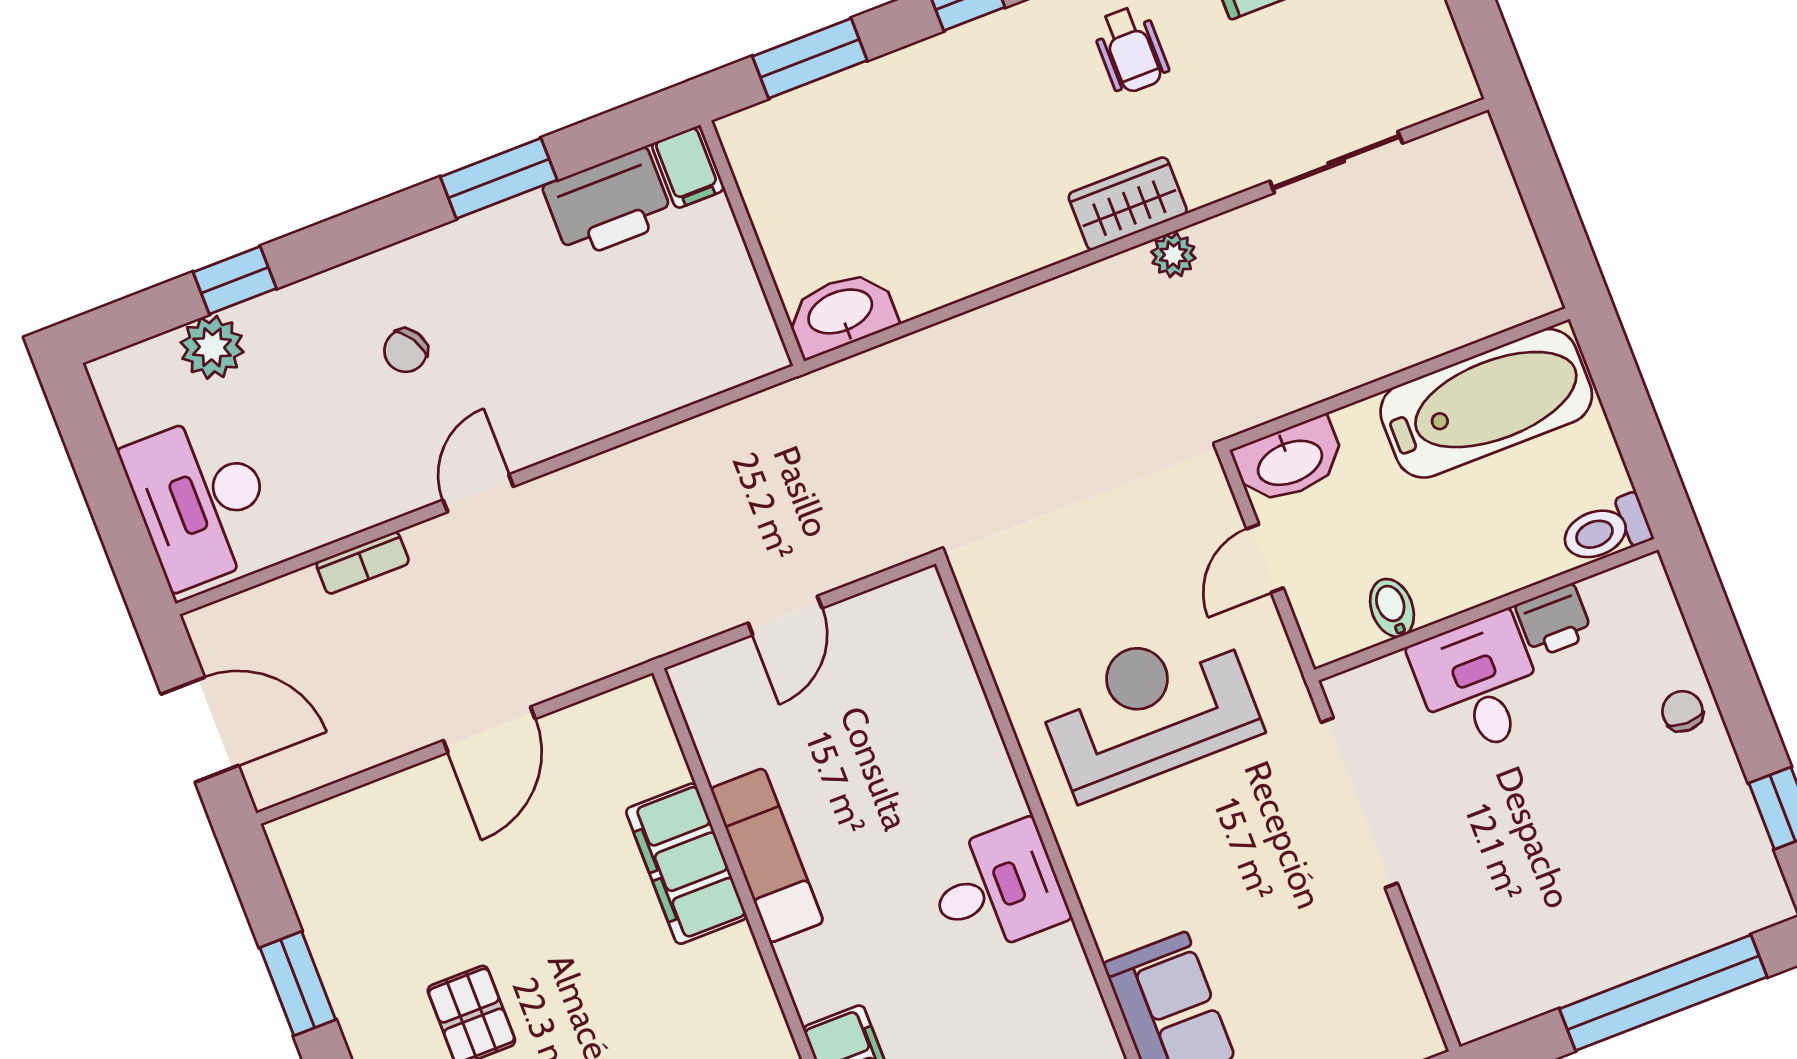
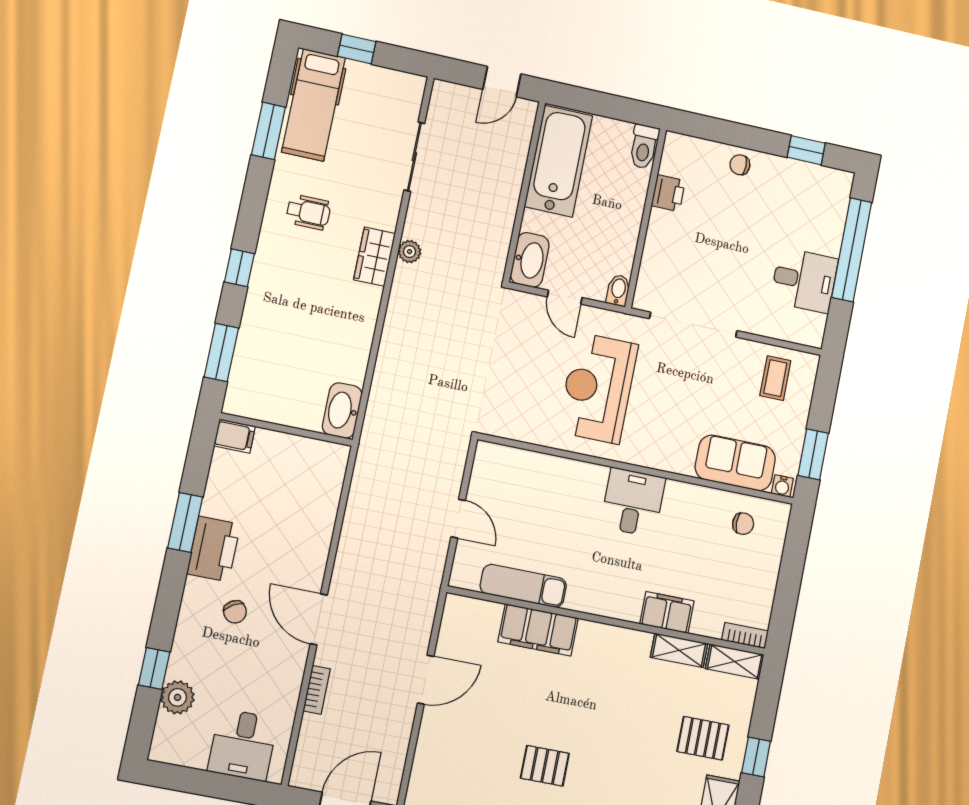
printer: (608, 204) -> (214, 549), moved
door: (1558, 225) -> (502, 82), added
door: (478, 493) -> (319, 619), width x1.38
desk: (201, 500) -> (243, 745), width x0.73
bidet: (1392, 608) -> (618, 290), moved, turned 90
desk: (1479, 684) -> (804, 280), moved, turned 180
door: (489, 730) -> (426, 680), hinge flipped
exam couch: (767, 855) -> (523, 586), moved
coffee table: (1359, 998) -> (775, 378), added

